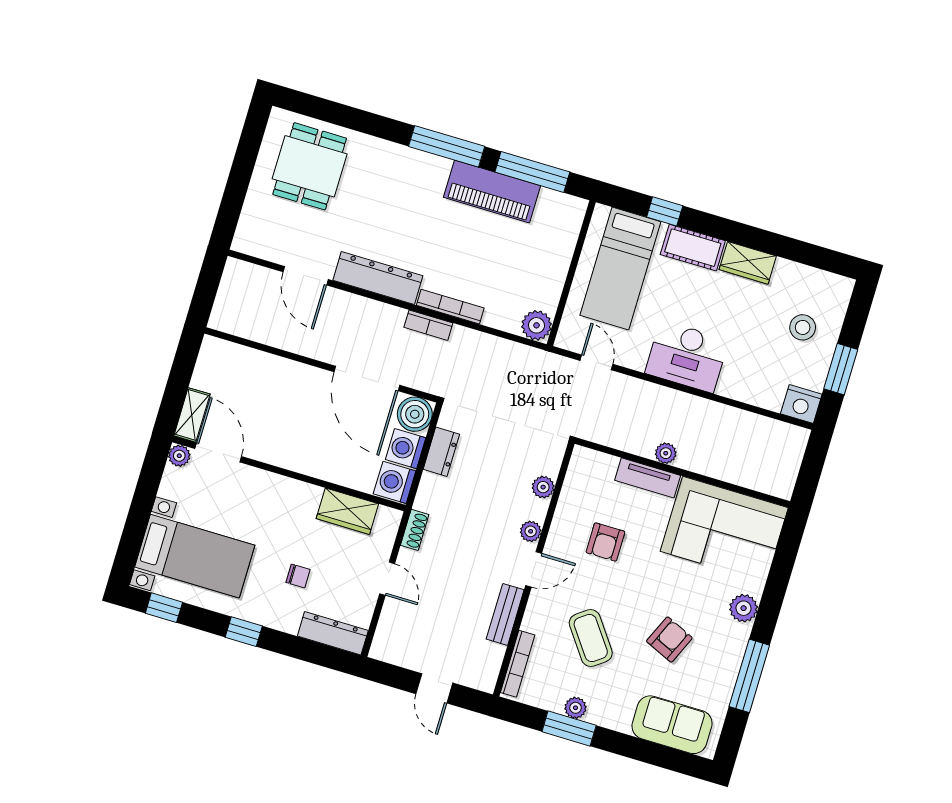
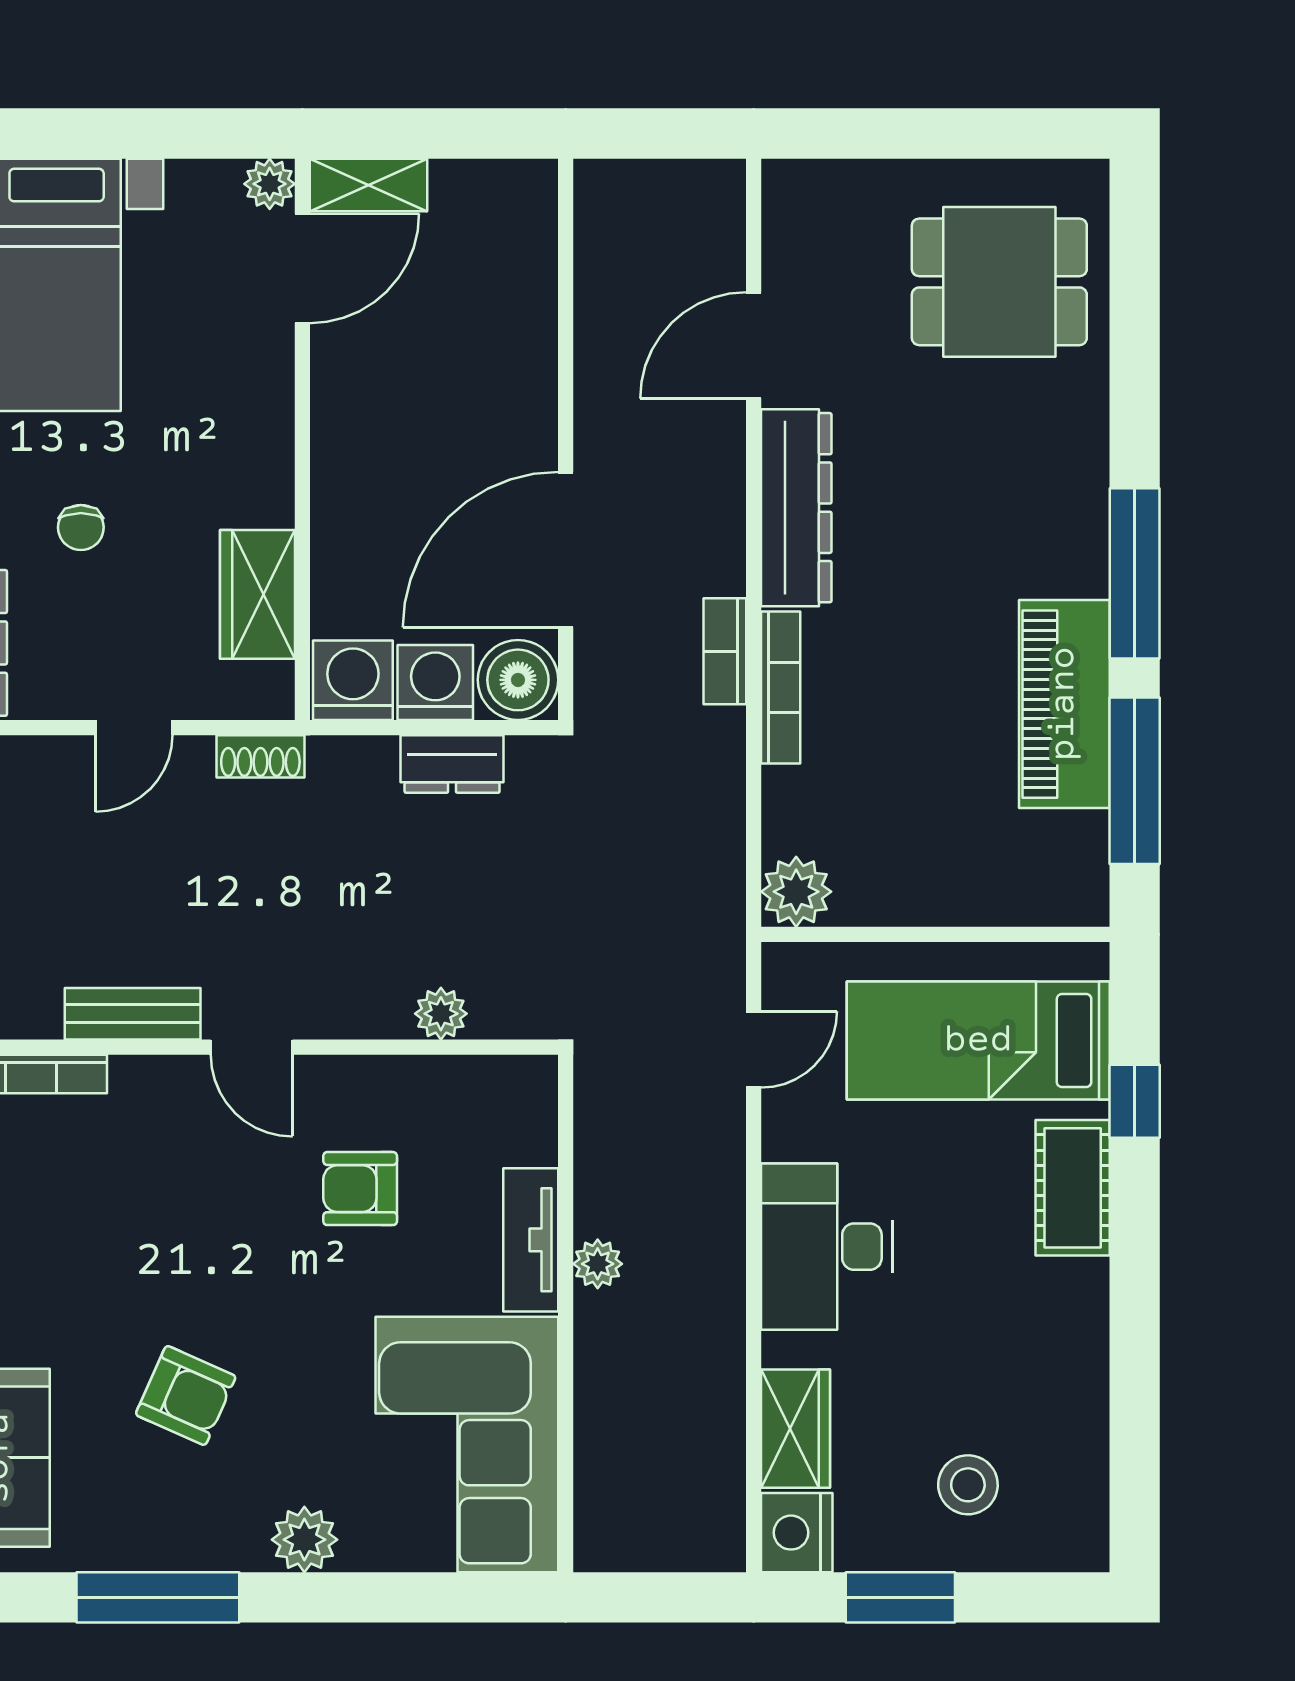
wardrobe: (748, 263) -> (795, 1429), moved, turned 180
plant: (531, 531) -> (334, 1015), removed
coffee table: (591, 638) -> (137, 1219), removed

